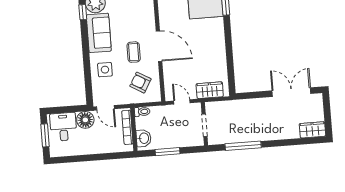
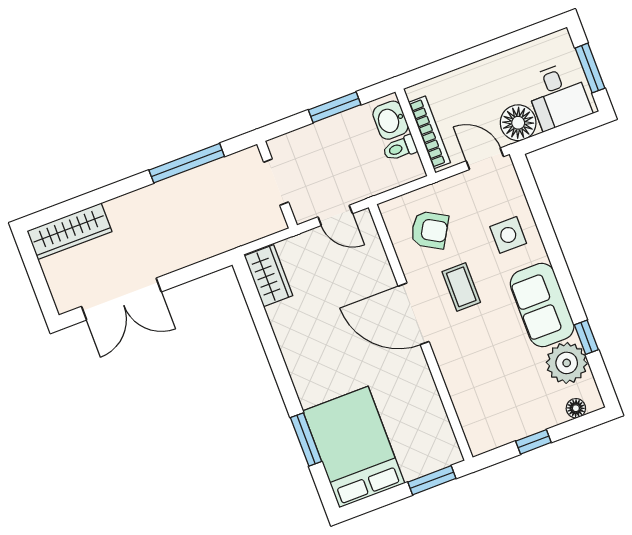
wardrobe: (210, 90) -> (268, 276), moved, turned -90
toilet: (142, 112) -> (400, 148), moved
wardrobe: (312, 130) -> (69, 231), width x1.50

